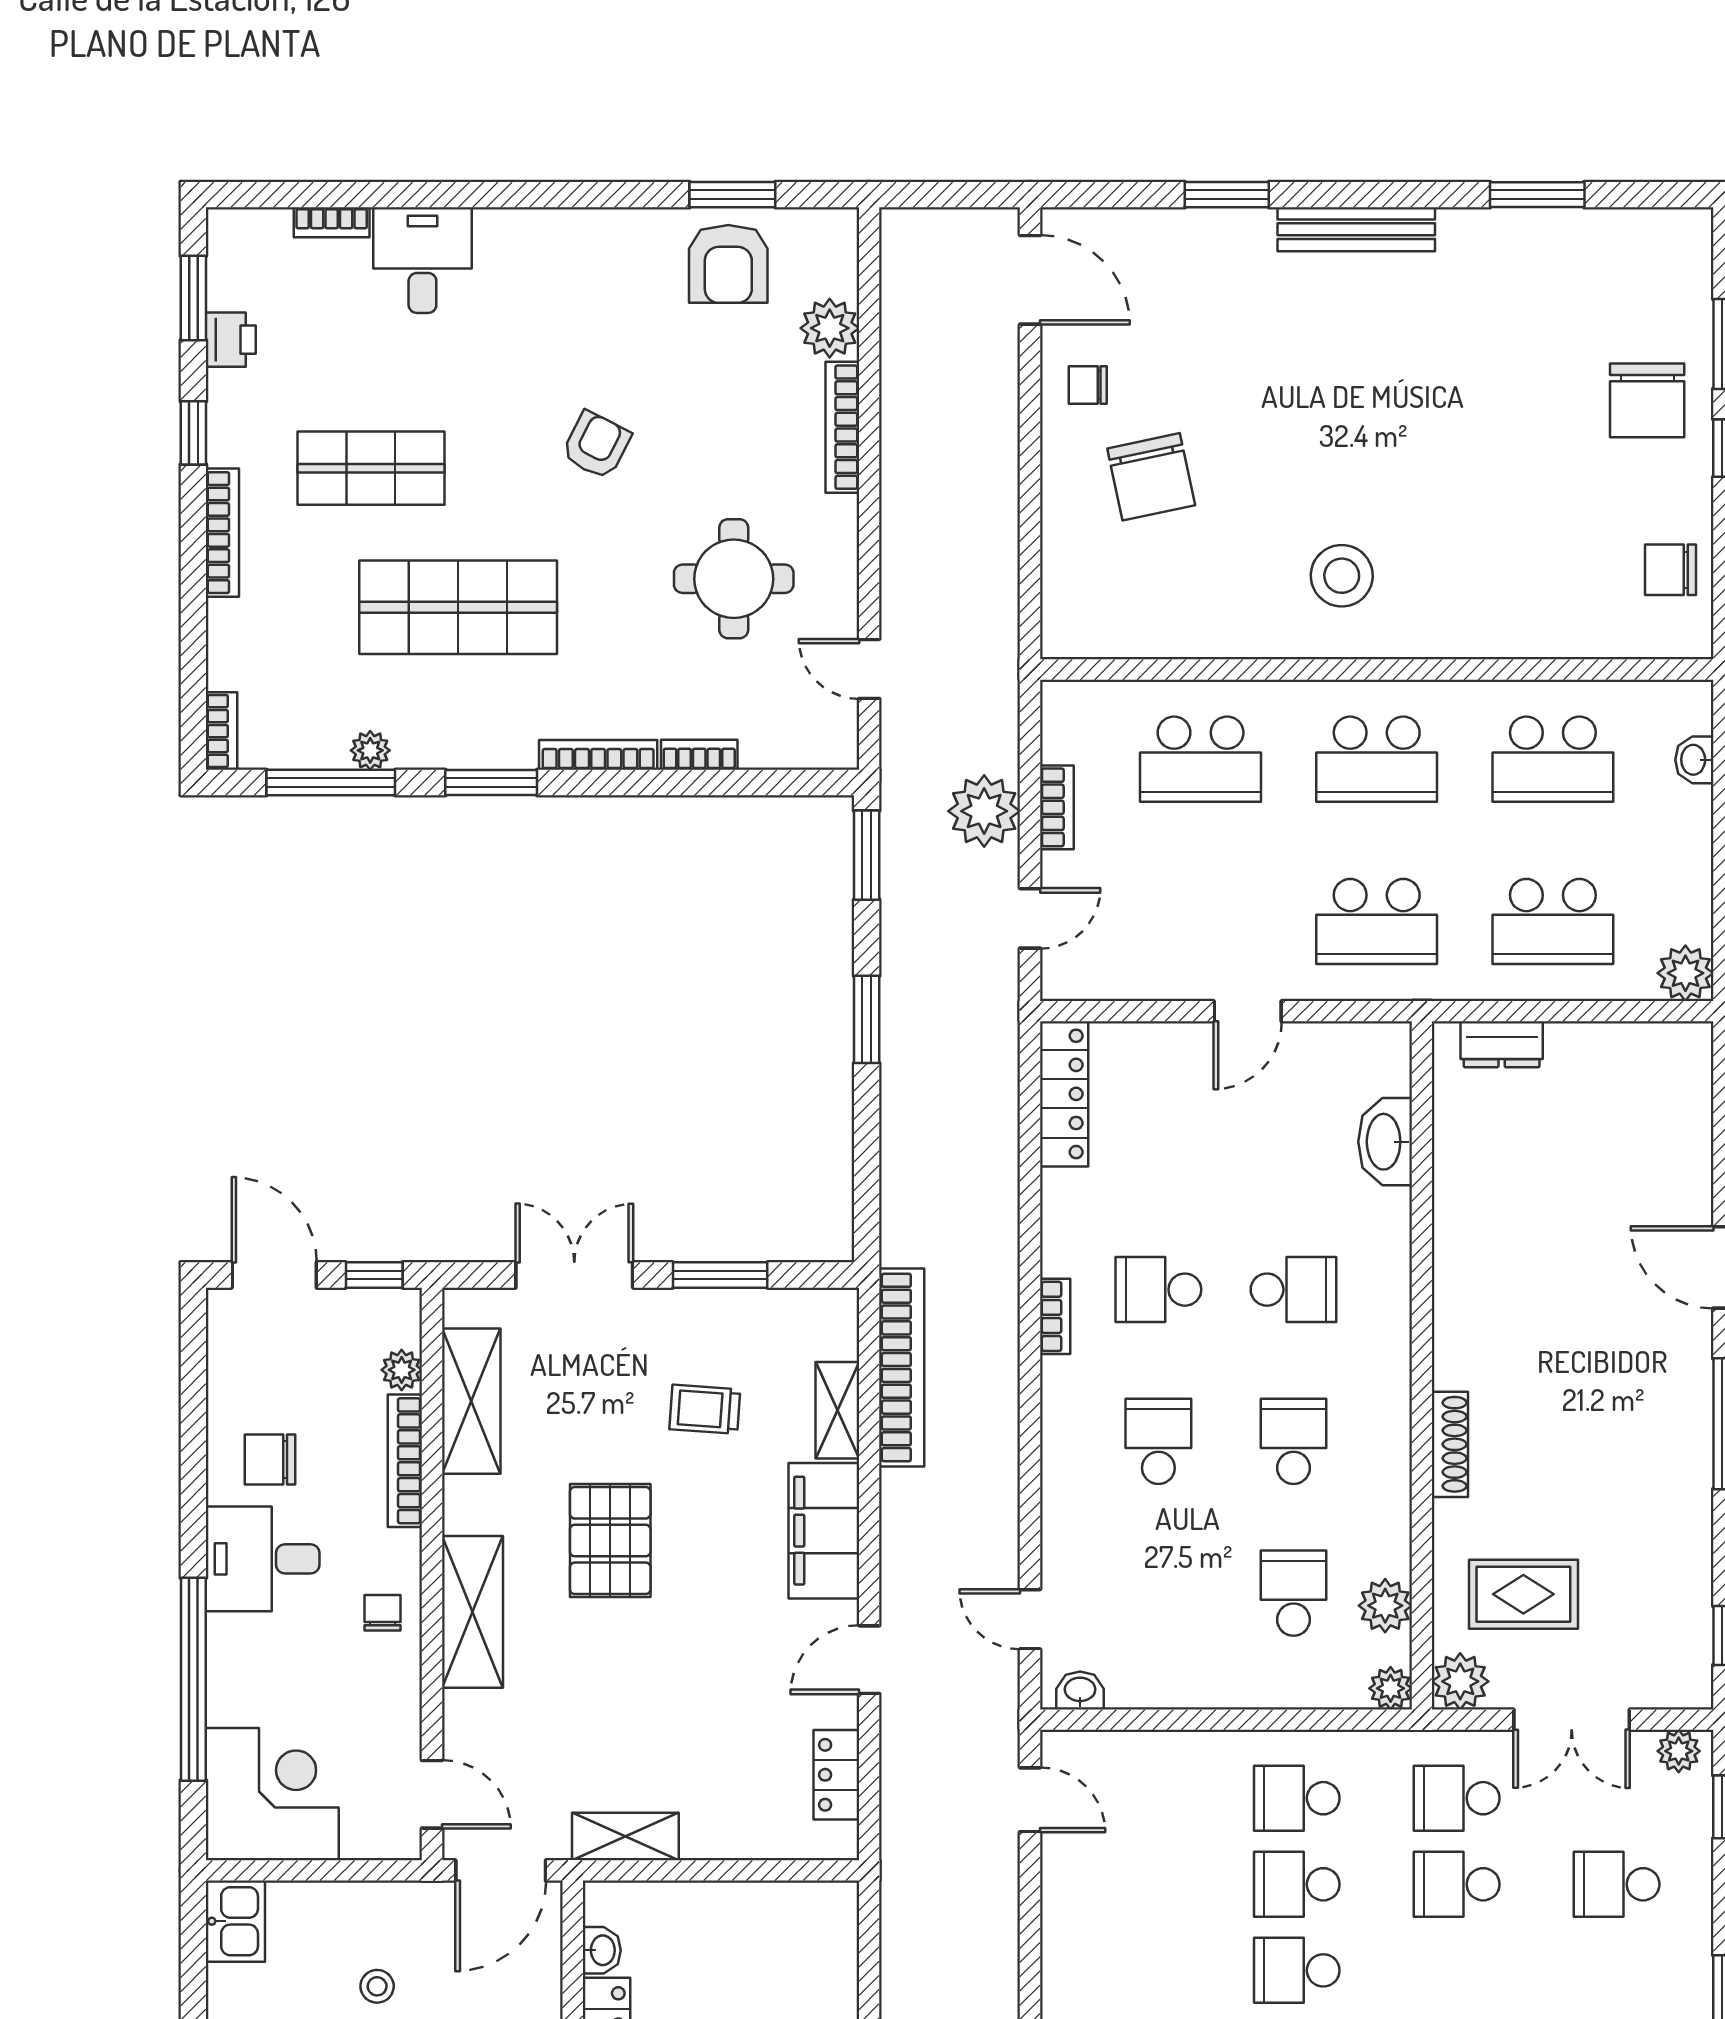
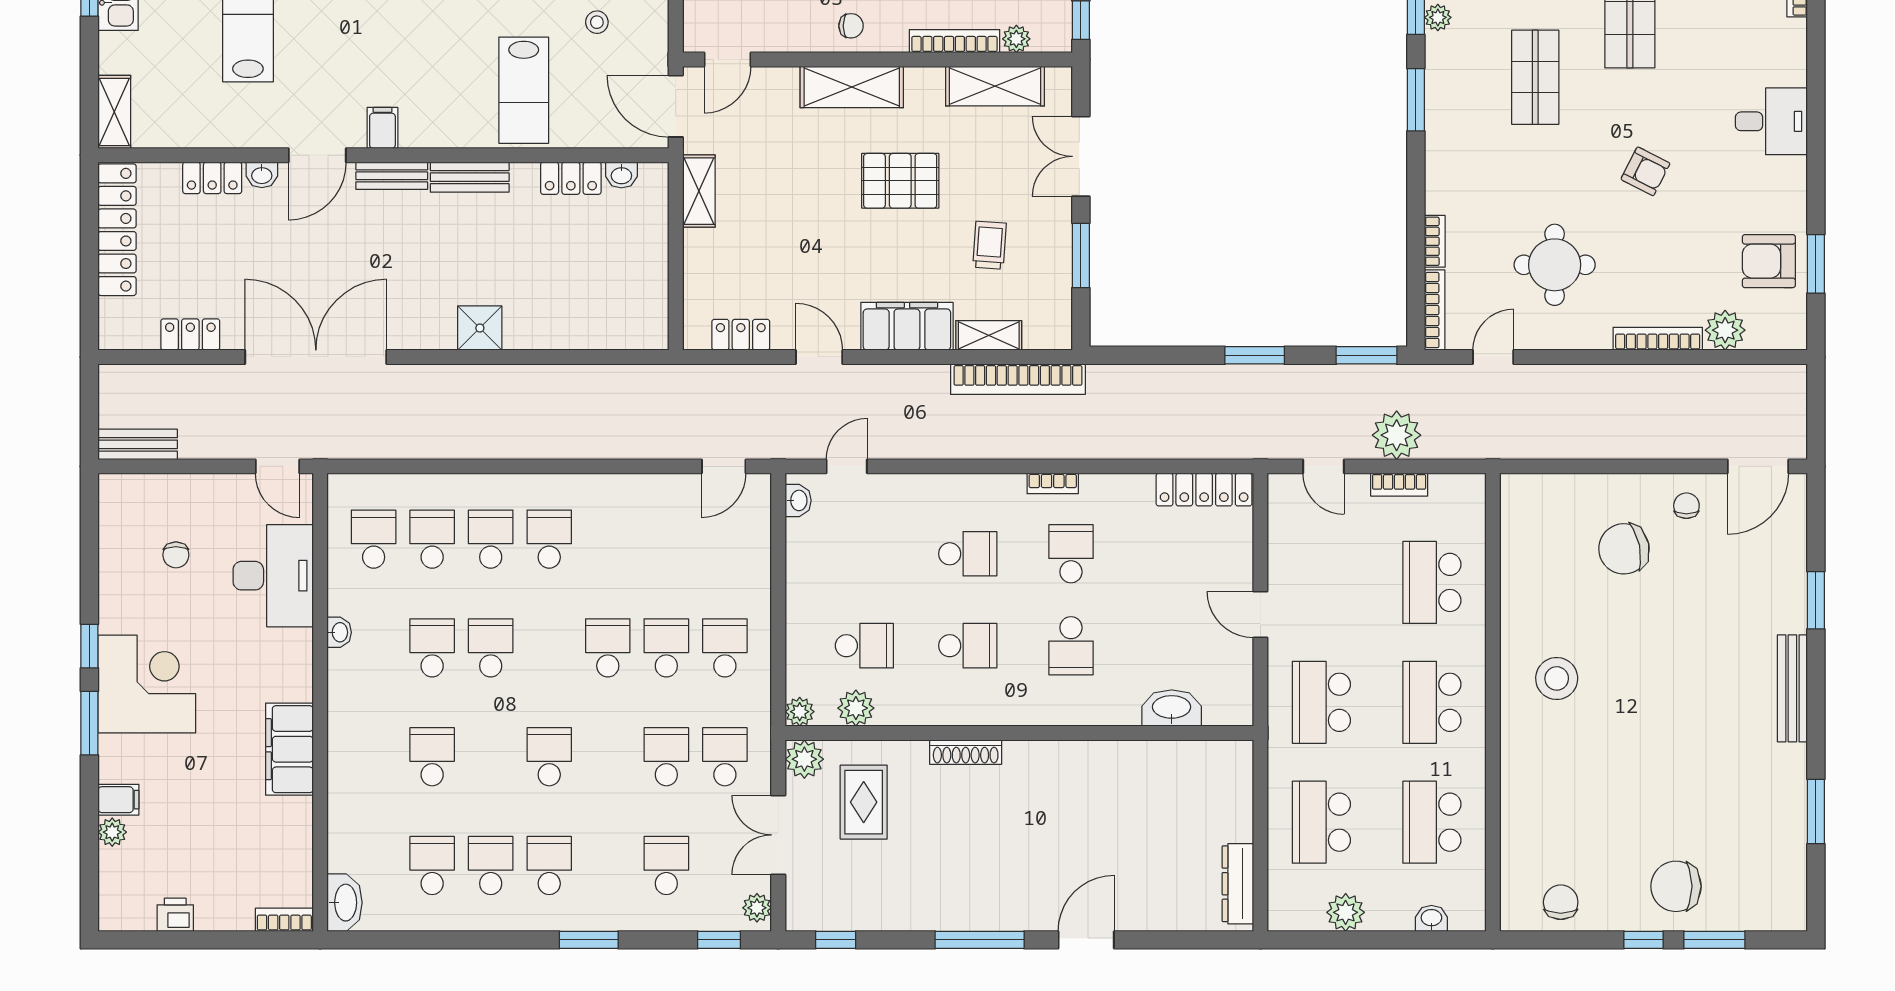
desk: (422, 260) -> (1771, 121), moved
shop shelf: (458, 607) -> (1535, 77), width x0.70, depth x0.74
bookcase: (598, 755) -> (1435, 310), moved
plant: (1685, 973) -> (1346, 912), moved
dresser: (1502, 1044) -> (1238, 884), moved, width x1.44
double door: (574, 1275) -> (1081, 156), swing flipped

